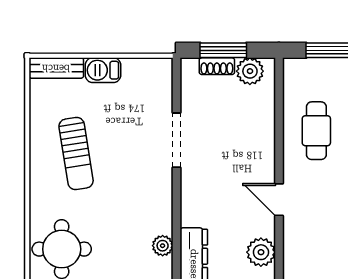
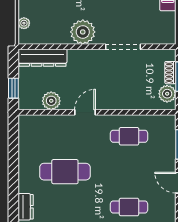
plant: (163, 246) -> (83, 32), moved, width x1.88, depth x1.88

